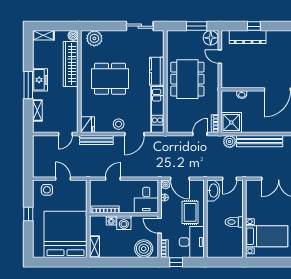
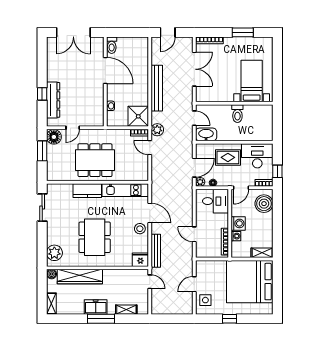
plant: (230, 142) -> (157, 130), moved

